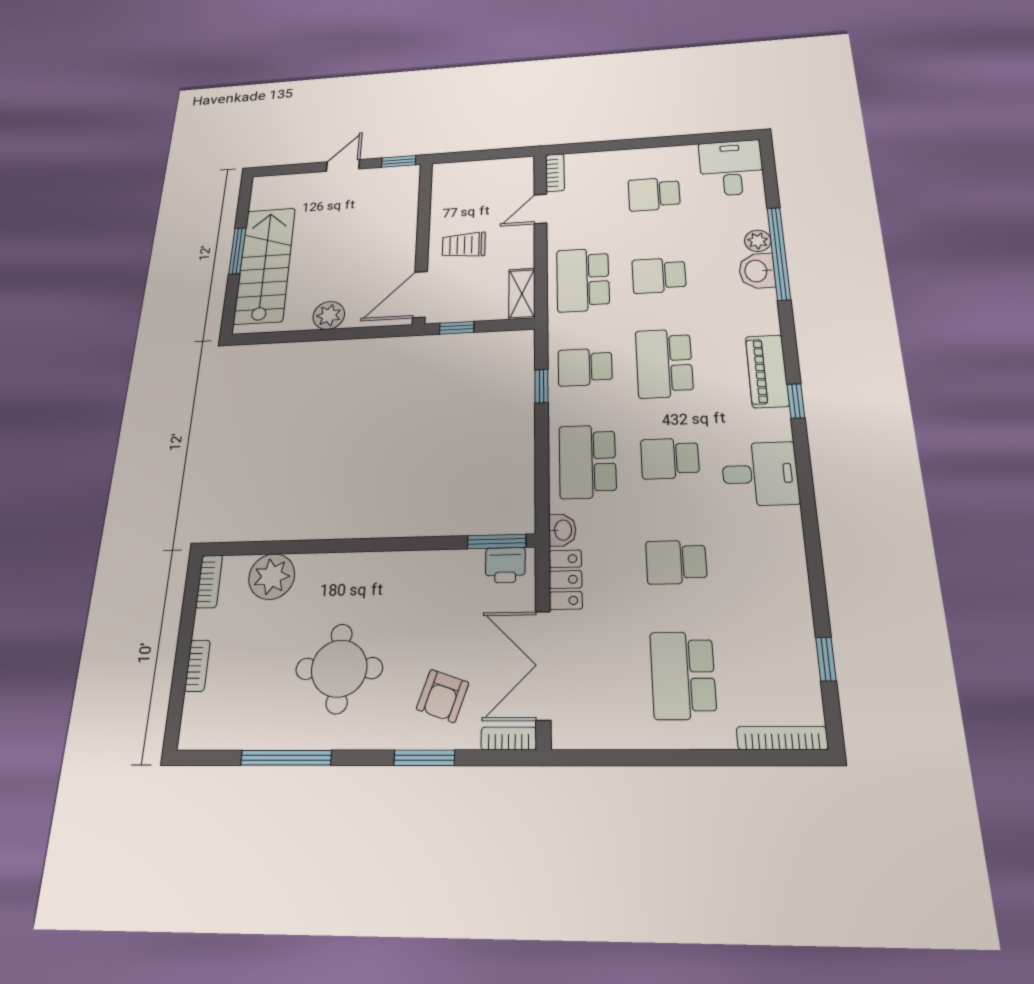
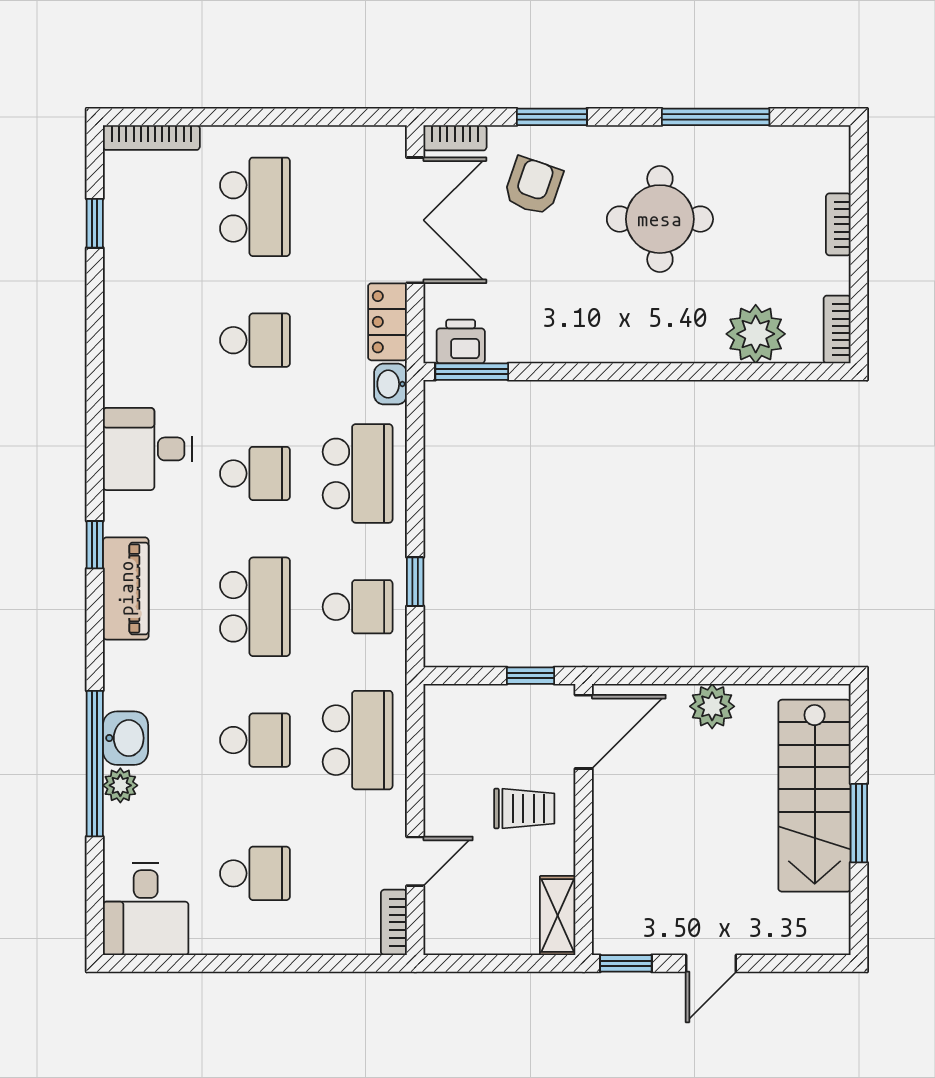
shelving: (522, 294) -> (558, 915), moved

